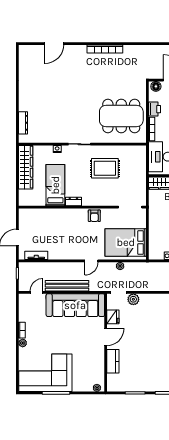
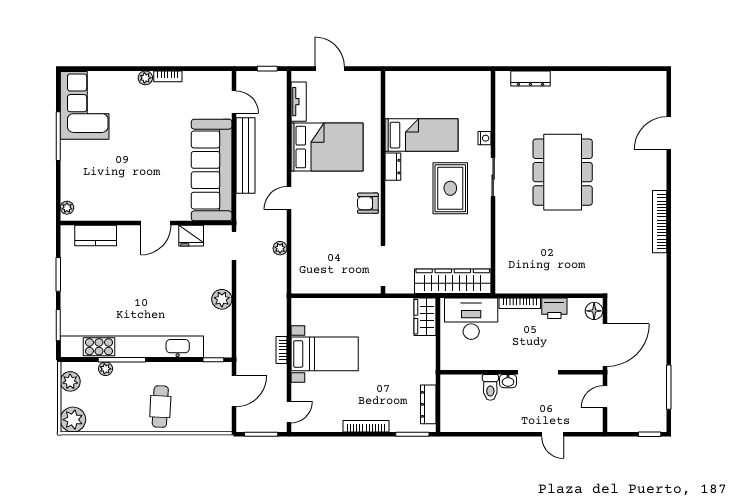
door: (54, 44) -> (669, 133), hinge flipped
dining table: (121, 116) -> (563, 172), moved
wardrobe: (26, 167) -> (453, 281), moved, turned 180
rug: (105, 168) -> (450, 188), moved
bed: (126, 242) -> (327, 147), moved, turned 90
door: (91, 261) -> (289, 198), hinge flipped
plant: (133, 299) -> (222, 299), moved
door: (106, 337) -> (156, 223), hinge flipped
kitchen counter: (113, 361) -> (96, 236), moved
corner sofa: (45, 373) -> (85, 105), width x0.73, depth x0.74

